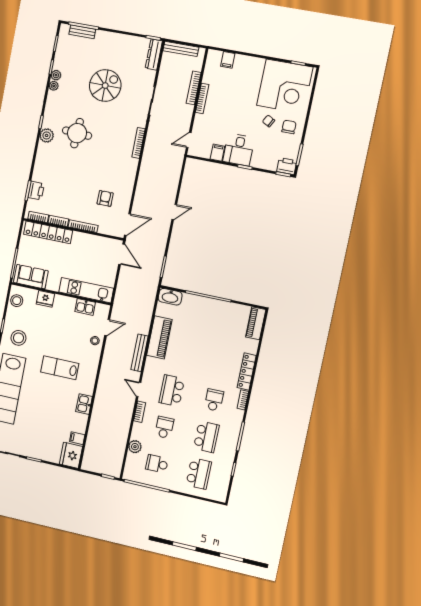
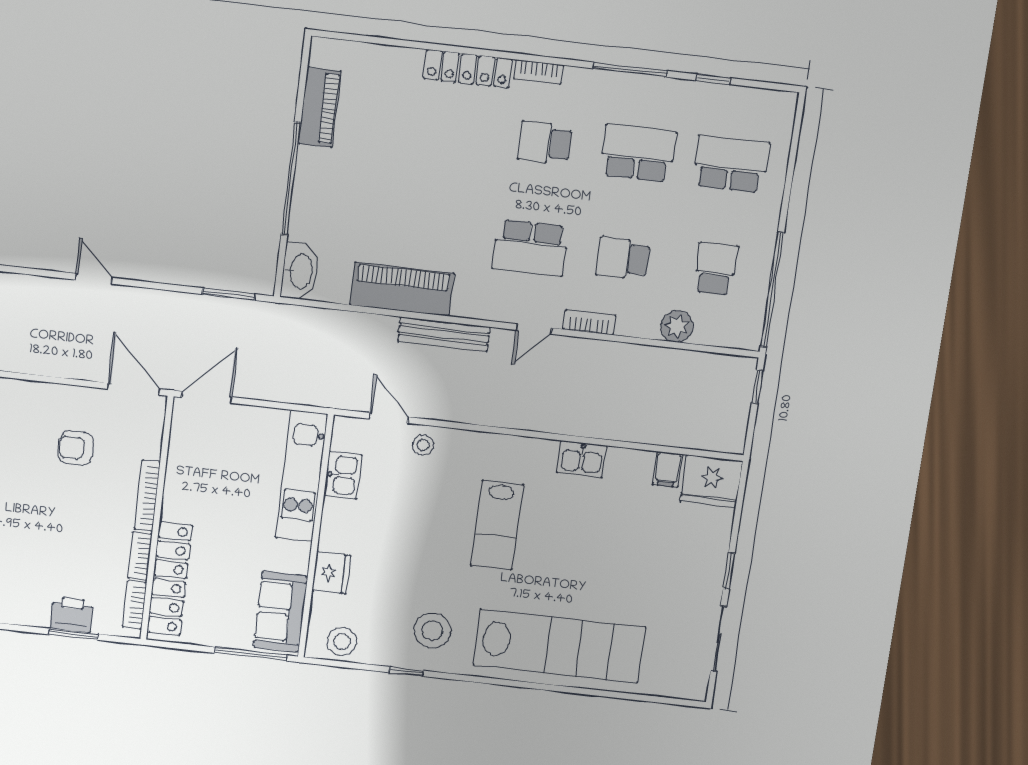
piano: (256, 323) -> (320, 107), moved, turned -90
school desk: (157, 464) -> (715, 269), turned 180

